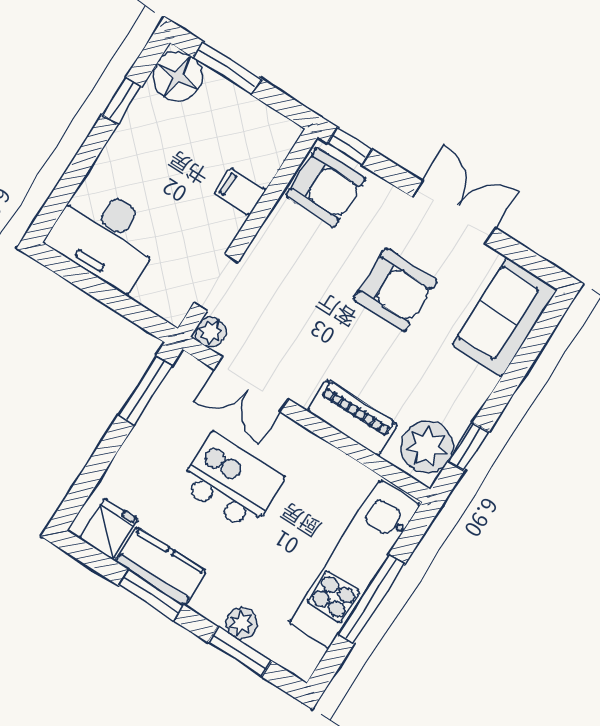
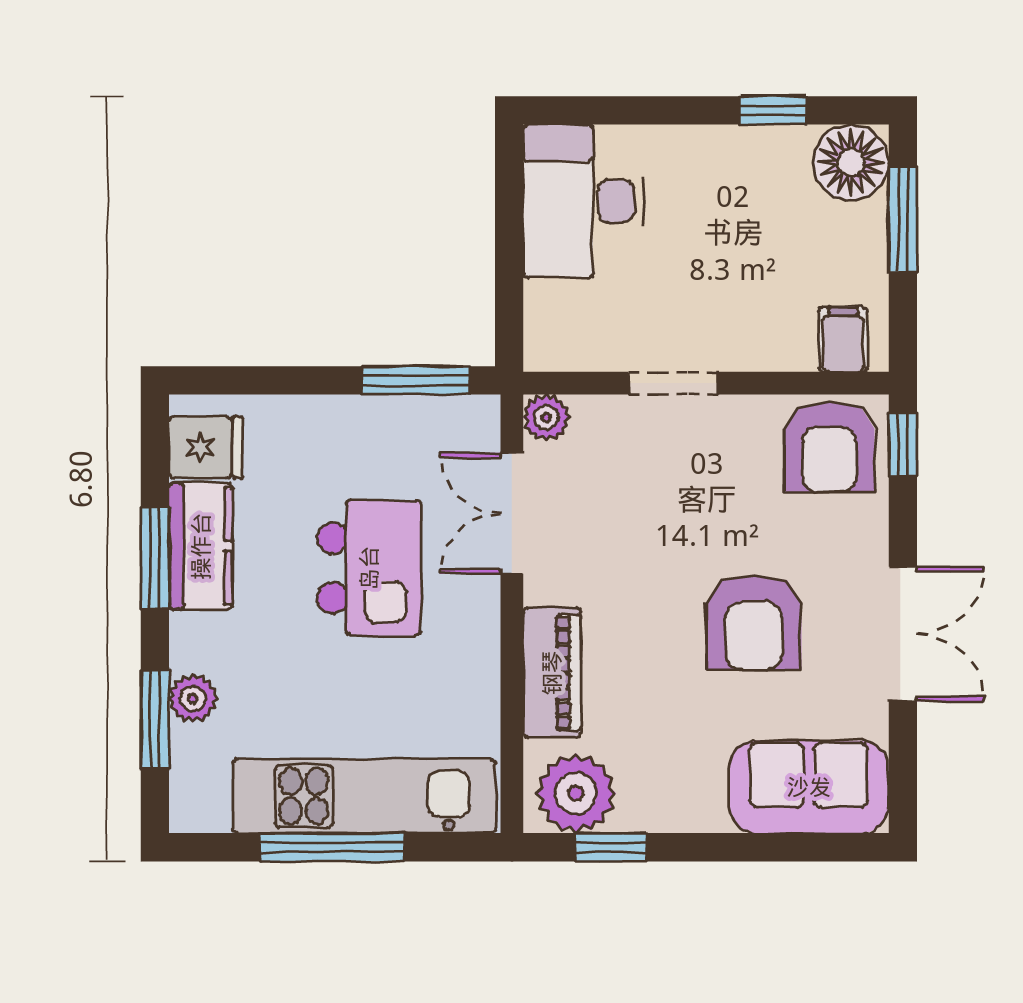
filing cabinet: (240, 192) -> (843, 339), moved
doorway: (216, 282) -> (672, 383), moved

